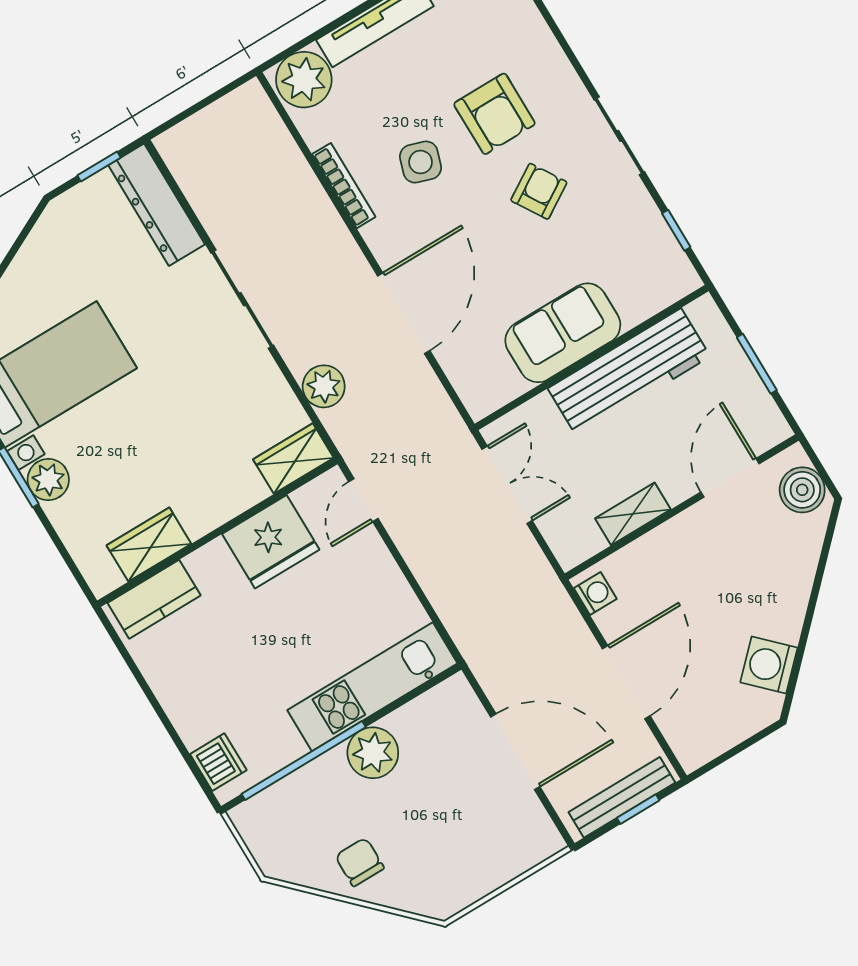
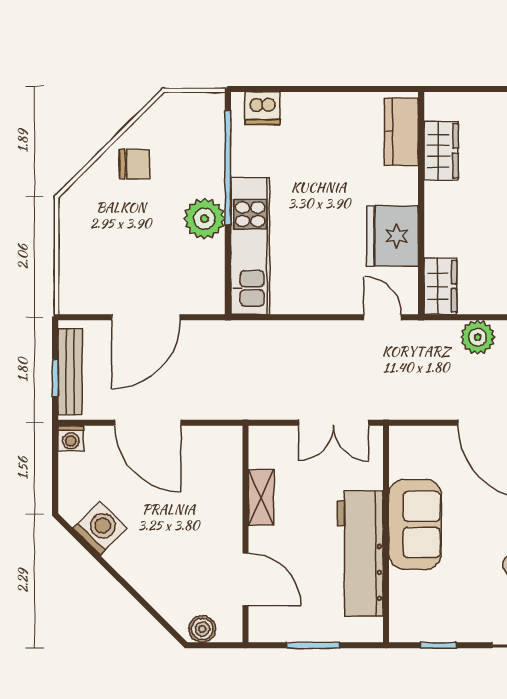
boiler: (802, 490) -> (202, 629), width x0.73, depth x0.73
washing machine: (595, 594) -> (71, 438), moved

